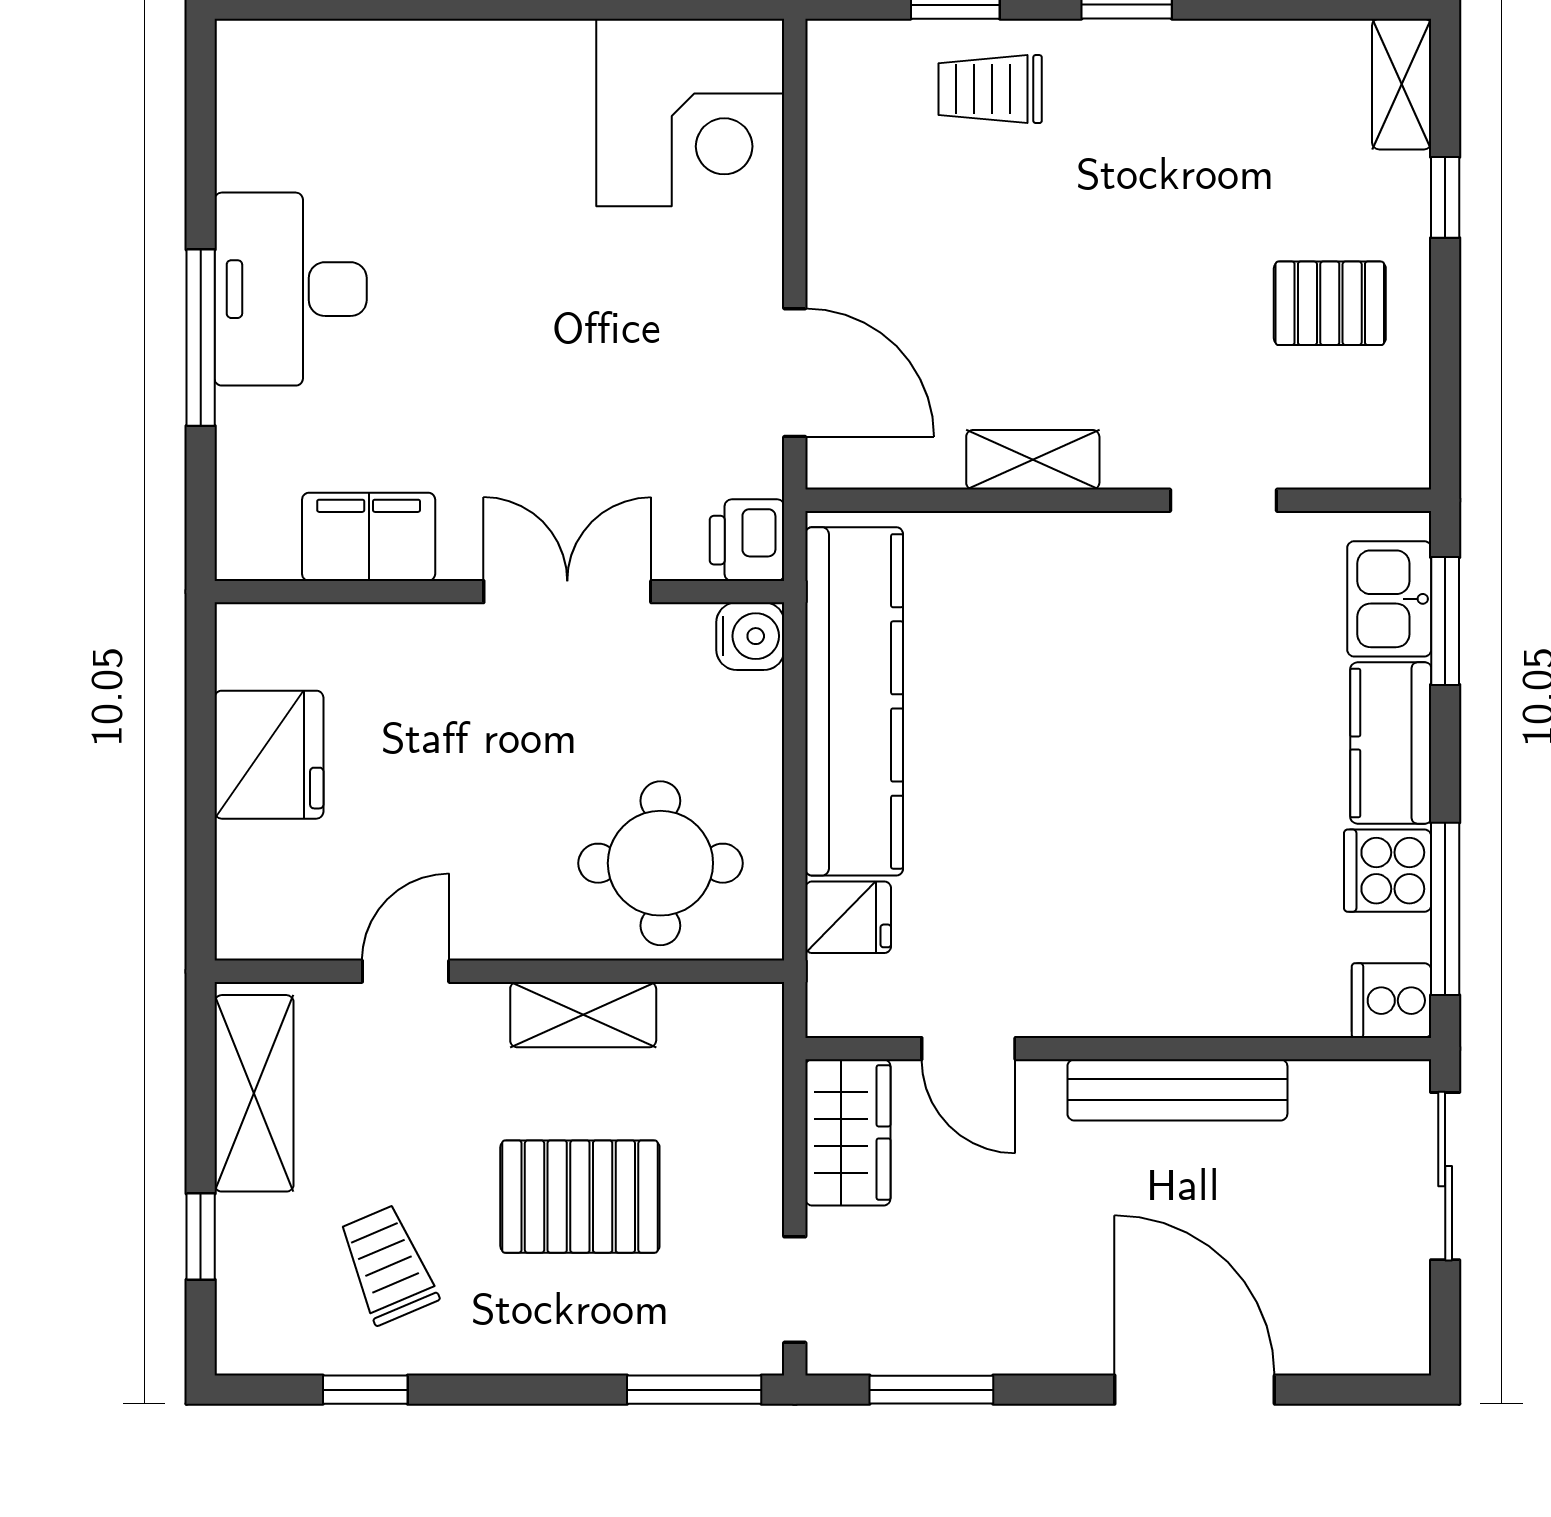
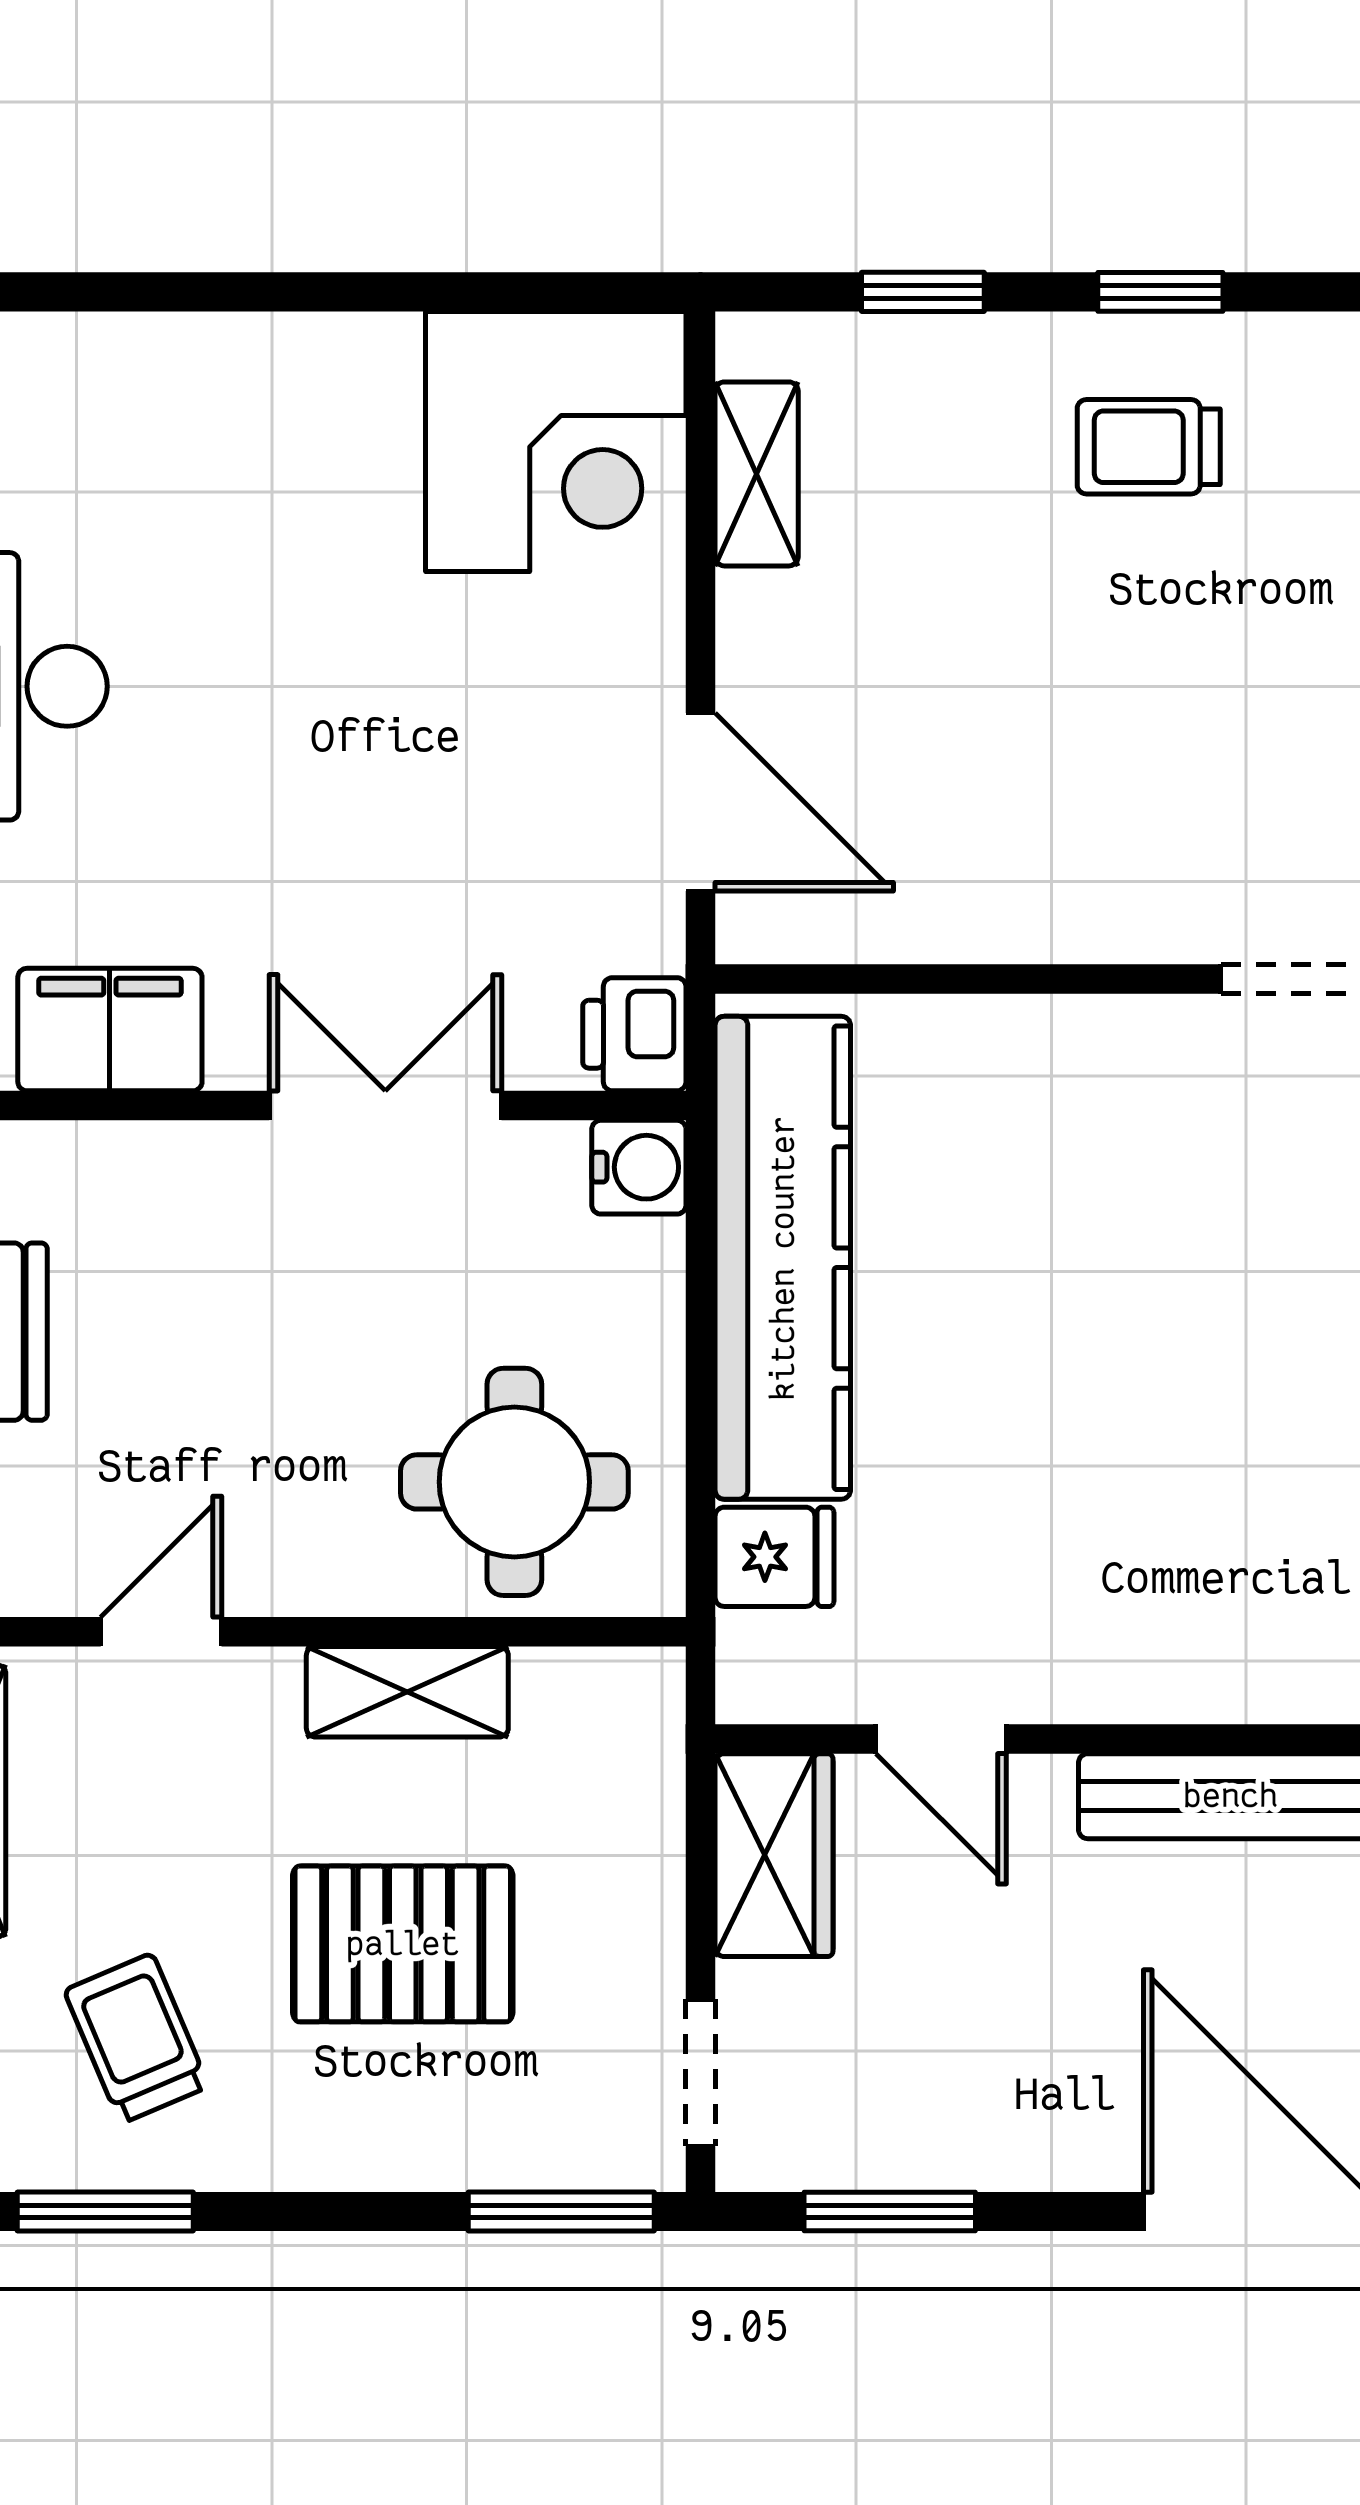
trolley: (990, 89) -> (1149, 447), moved
shelving: (1033, 460) -> (757, 474), moved, turned 90
window: (365, 1390) -> (105, 2211), width x1.50

